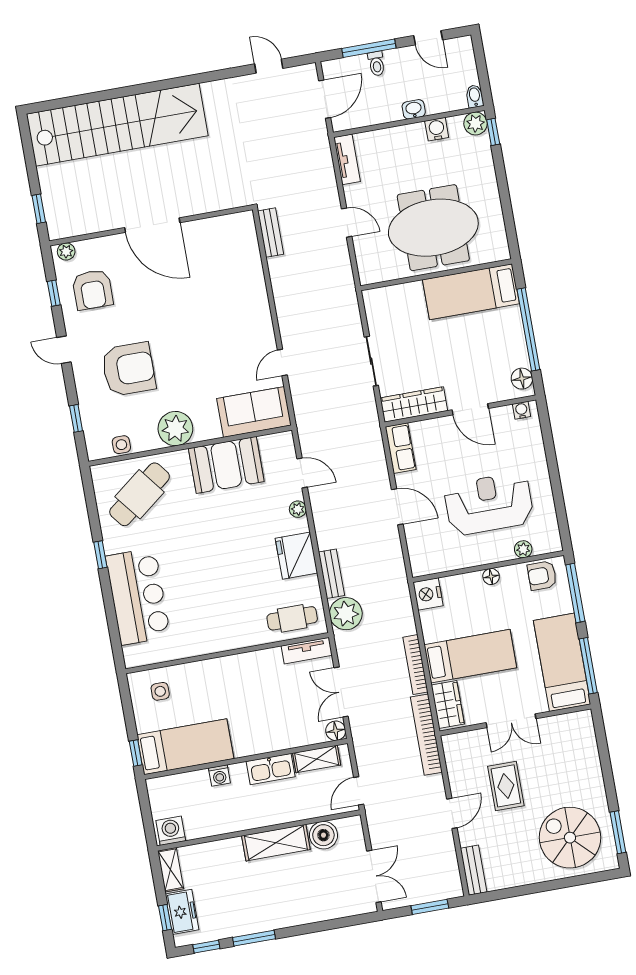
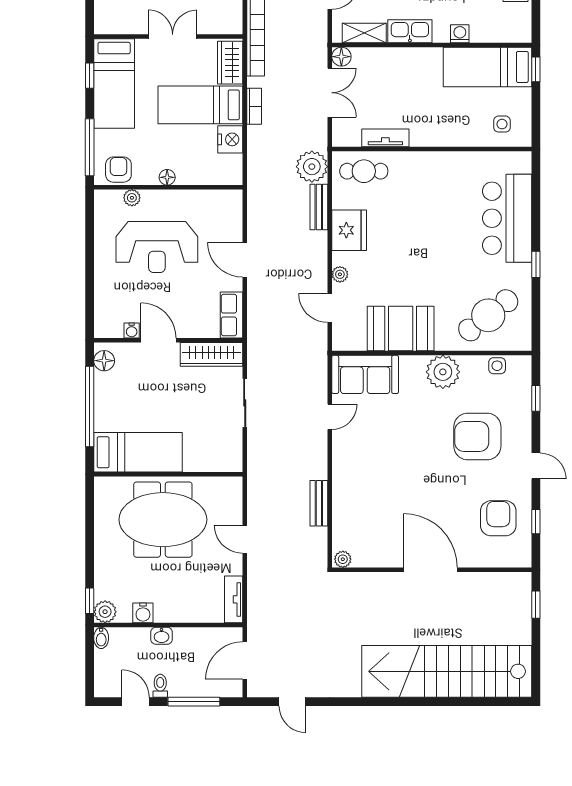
toilet: (376, 64) -> (160, 686), moved
bench: (271, 233) -> (319, 503), moved
plant: (66, 251) -> (343, 559), moved
water cooler: (521, 410) -> (132, 331), moved
armchair: (542, 576) -> (118, 170), turned -90
nightstand: (428, 594) -> (230, 139), moved
tv unit: (307, 651) -> (385, 138), moved
bookcase: (415, 665) -> (254, 106), width x0.64
window: (588, 666) -> (90, 76), width x0.46

